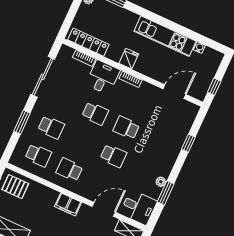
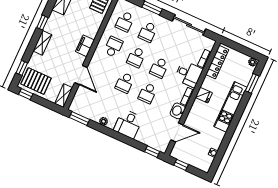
kitchen unit: (165, 36) -> (230, 107), moved
washbasin: (148, 91) -> (178, 111), added
door: (174, 92) -> (177, 132), hinge flipped
school desk: (126, 128) -> (148, 93), turned 180
school desk: (82, 142) -> (136, 57), added
window: (188, 143) -> (152, 152), moved
window: (166, 193) -> (79, 118), moved
desk: (138, 207) -> (128, 124), moved

